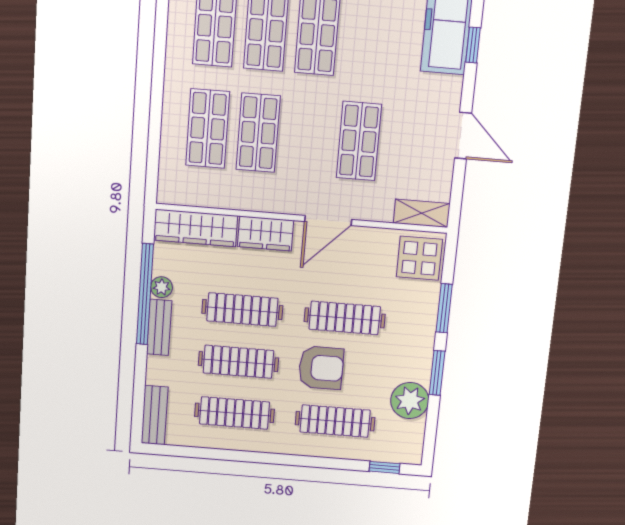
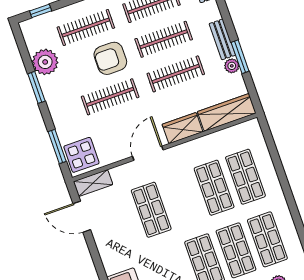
door: (463, 136) -> (82, 217), moved
window: (145, 294) -> (240, 57), width x0.47
window: (444, 308) -> (57, 146), moved

